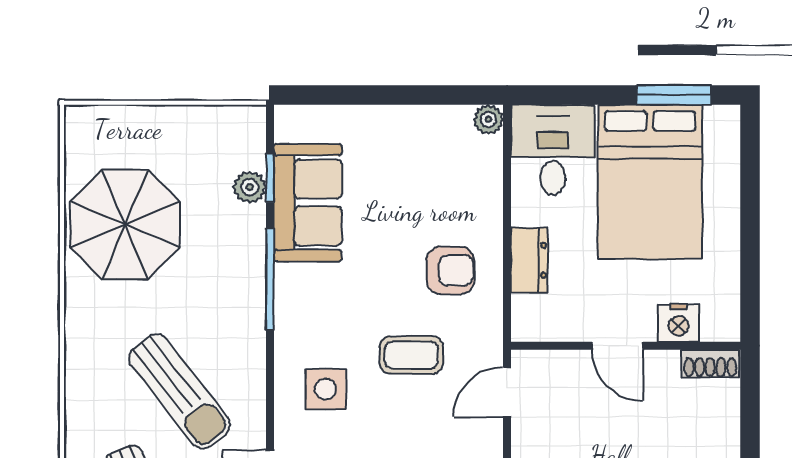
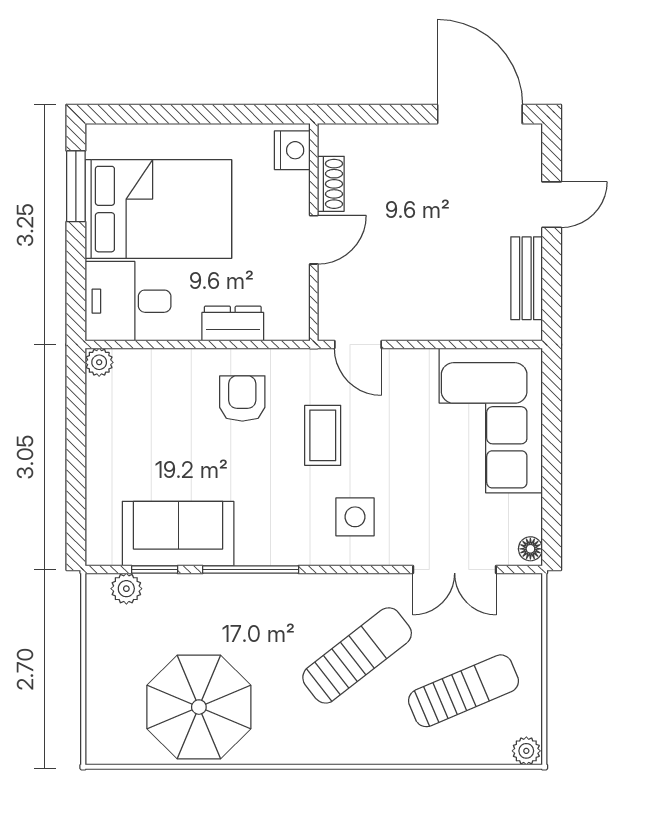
plant: (250, 187) -> (126, 589), moved
nightstand: (678, 323) -> (292, 150), moved
shoe rack: (710, 364) -> (331, 184), moved

